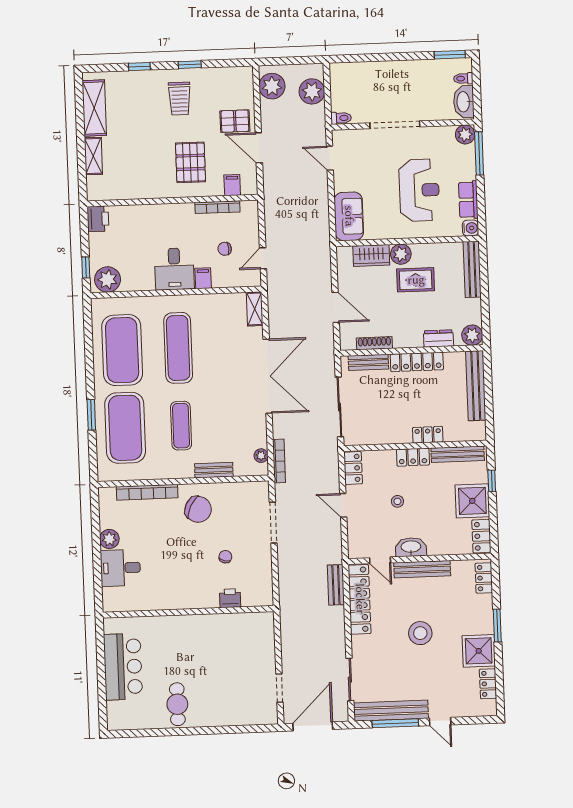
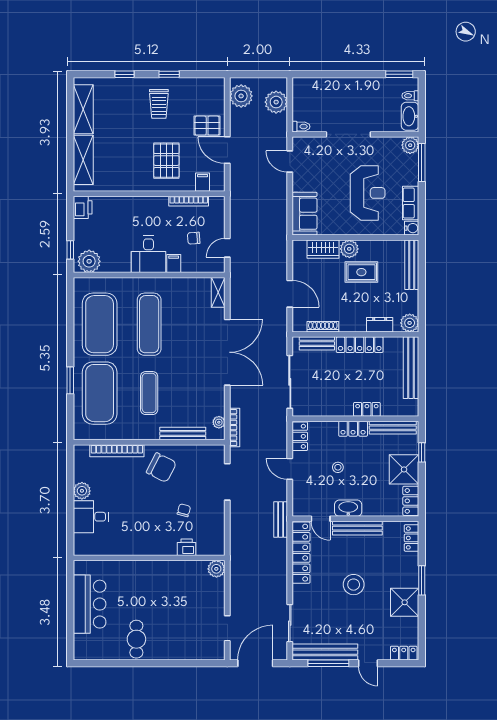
shelving: (93, 156) -> (83, 160), width x1.50, depth x1.33
bench: (214, 470) -> (183, 433), width x1.36
bench: (336, 585) -> (281, 520), moved
plant: (265, 621) -> (216, 569), added
locker: (488, 684) -> (404, 653), moved, turned 90

